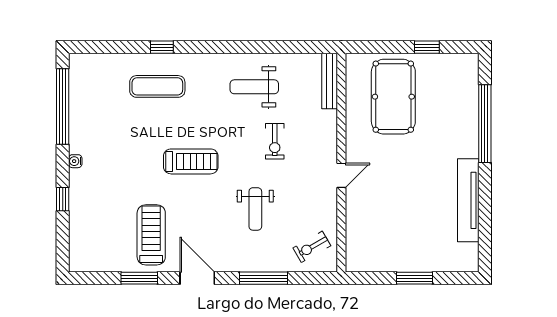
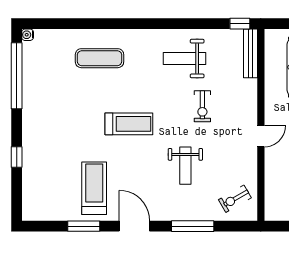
window: (162, 47) -> (240, 24), moved
water cooler: (75, 161) -> (28, 35), moved

